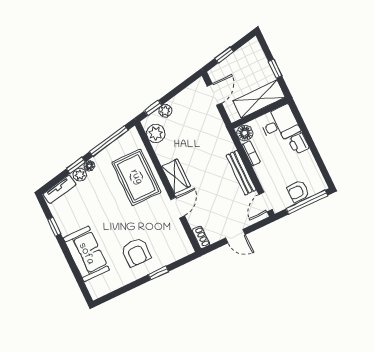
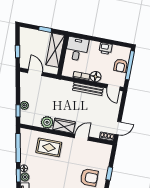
plant: (156, 133) -> (47, 122), moved
floor lamp: (245, 133) -> (96, 77), moved
printer: (299, 143) -> (106, 48), moved
rug: (136, 177) -> (49, 147), width x0.73, depth x0.70
door: (178, 208) -> (81, 137), hinge flipped
door: (235, 236) -> (118, 128), moved

